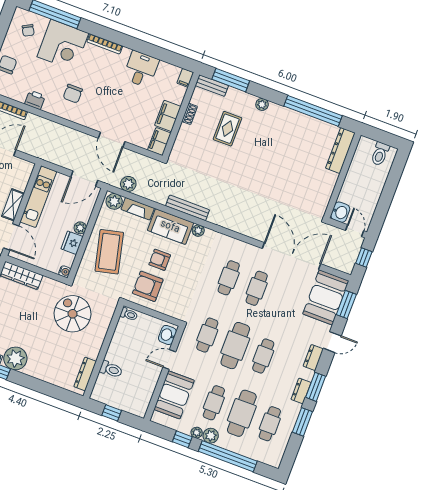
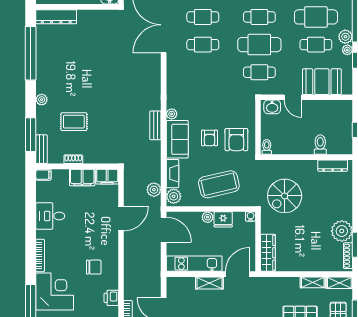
bench: (188, 208) -> (155, 125), width x0.73
cafe table: (229, 278) -> (203, 17), moved

